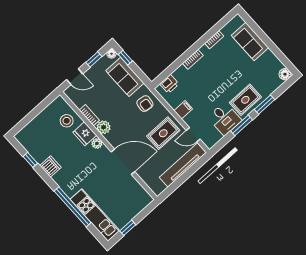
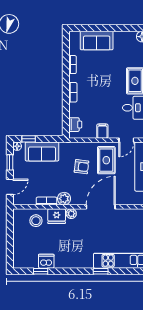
armchair: (145, 104) -> (81, 167), moved
dishwasher: (50, 166) -> (46, 261), moved
window: (73, 207) -> (101, 271), width x0.32

